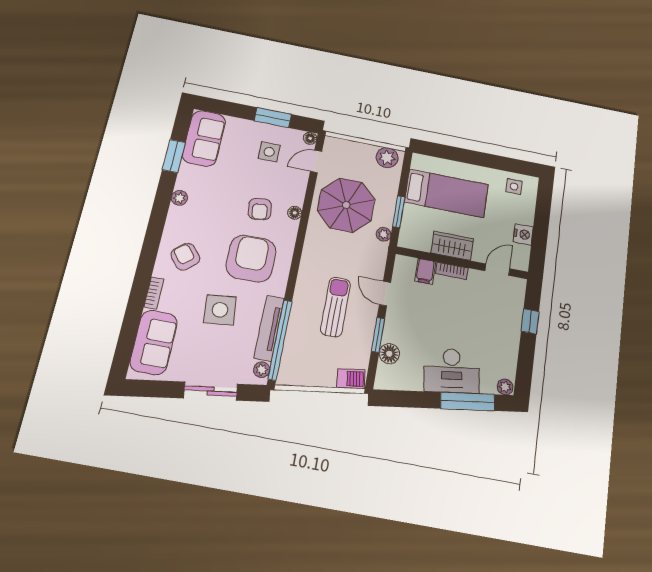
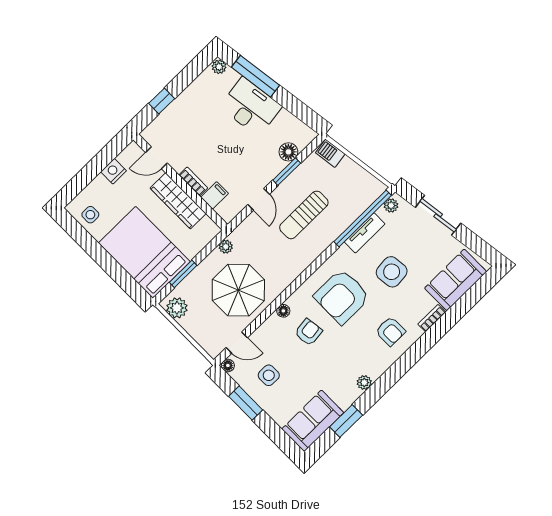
bed: (446, 193) -> (144, 252), width x1.50
window: (399, 212) -> (183, 274), moved
wardrobe: (452, 246) -> (178, 201), width x1.50
armchair: (185, 257) -> (390, 331), turned -50
tv unit: (269, 328) -> (365, 233), width x0.71

